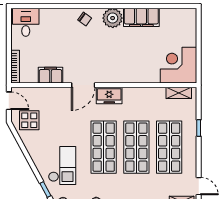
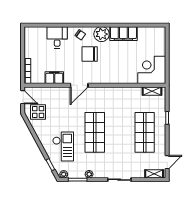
desk: (26, 22) -> (57, 37), moved
chair: (97, 44) -> (90, 54), added
freezer: (109, 96) -> (99, 93), removed
shop shelf: (136, 147) -> (120, 132), removed
door: (199, 186) -> (167, 162), hinge flipped

